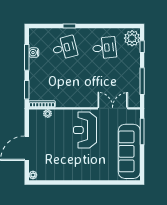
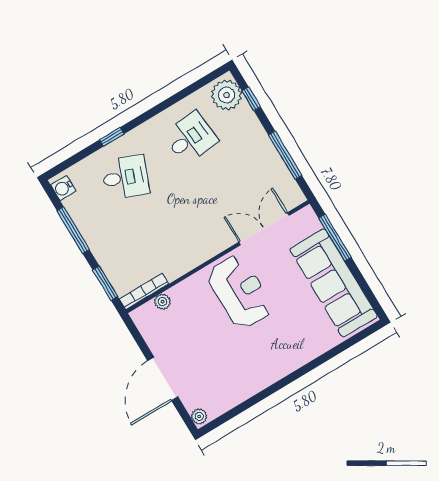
desk: (65, 48) -> (125, 177), turned 36
water cooler: (34, 53) -> (63, 188), moved
reception desk: (85, 130) -> (240, 292), turned 180

